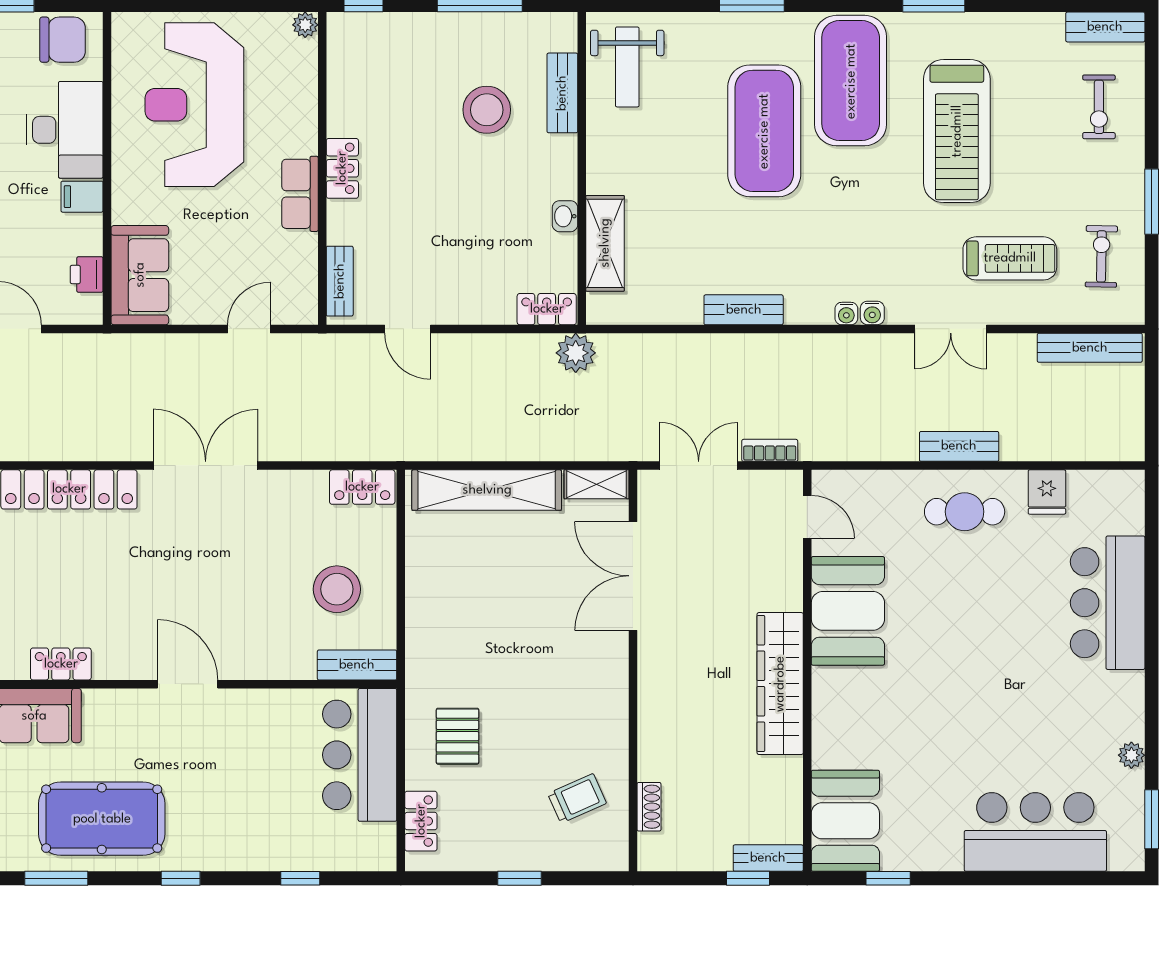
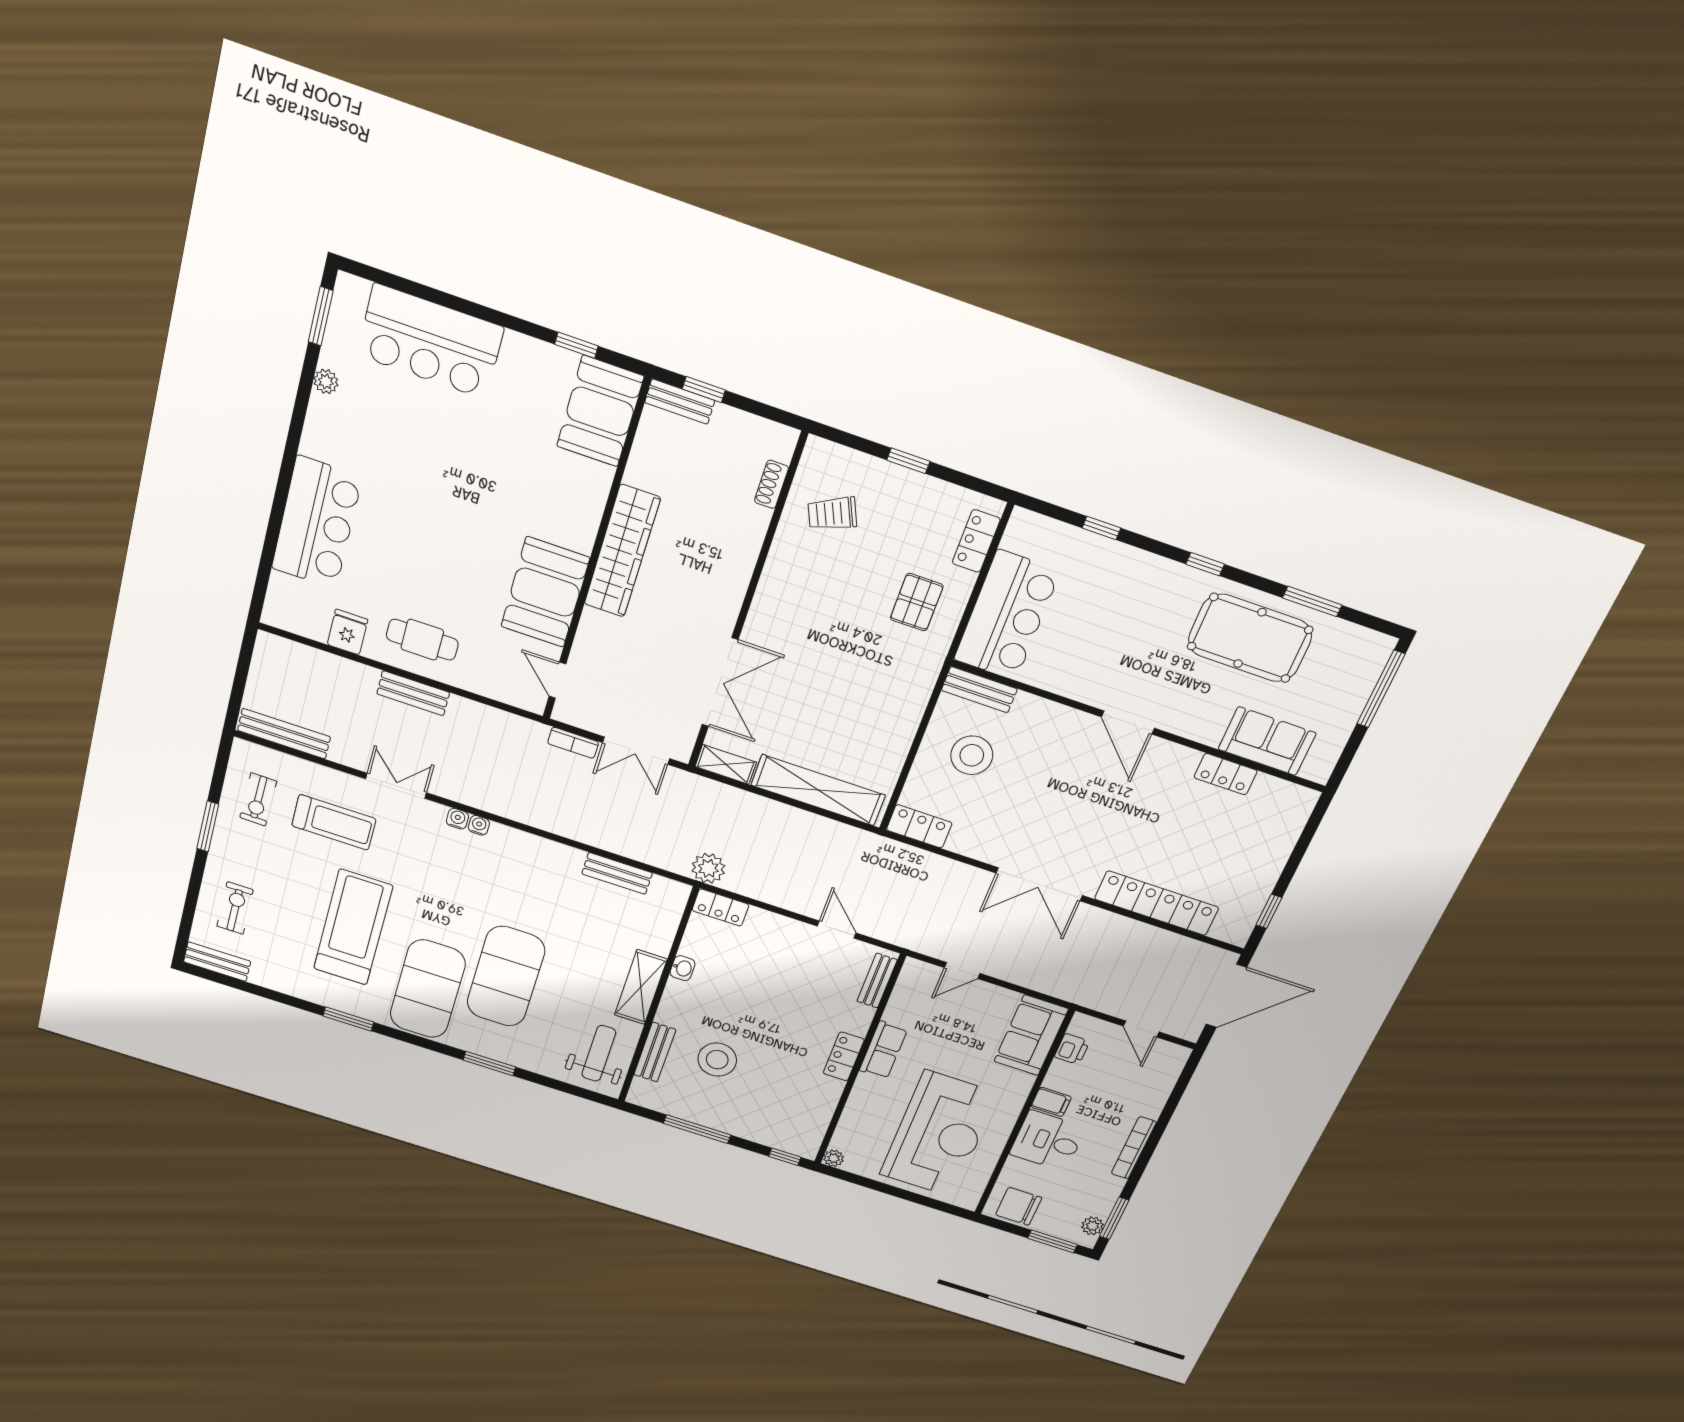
desk: (65, 130) -> (1048, 1141), width x0.73
shelving: (605, 243) -> (641, 987), moved
treadmill: (1010, 258) -> (334, 822), turned 180
bench: (744, 310) -> (617, 873), moved

